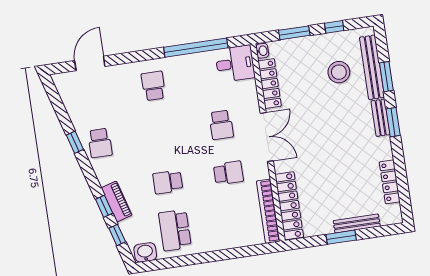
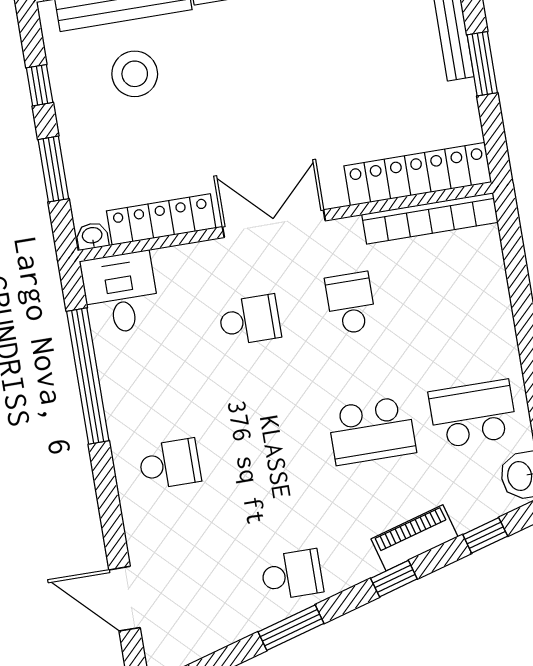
school desk: (153, 86) -> (170, 464), turned 180
window: (75, 142) -> (291, 628), width x1.50
school desk: (168, 182) -> (372, 431), width x1.85
window: (104, 206) -> (394, 579), moved
school desk: (175, 230) -> (473, 414), turned 180

